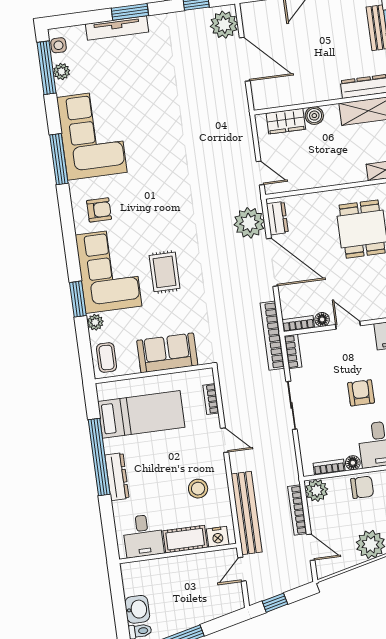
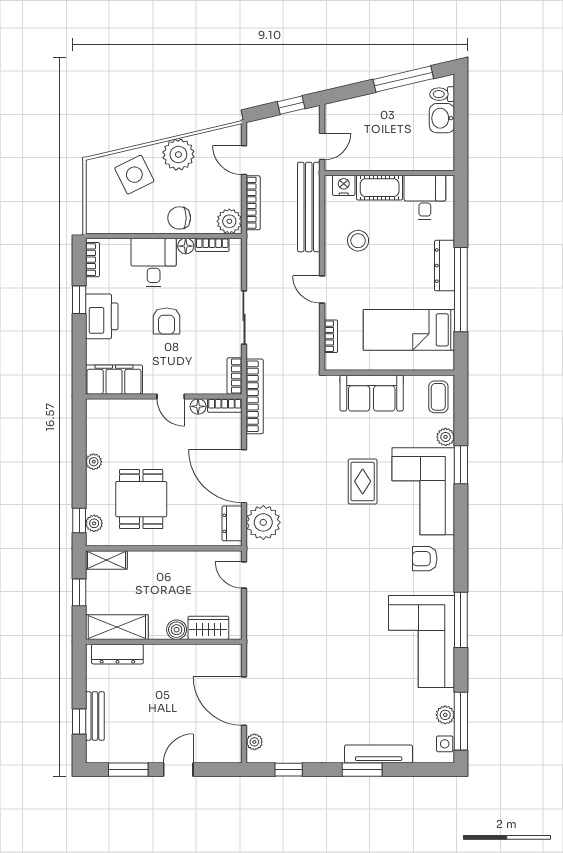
plant: (224, 25) -> (254, 742), width x0.53, depth x0.53

